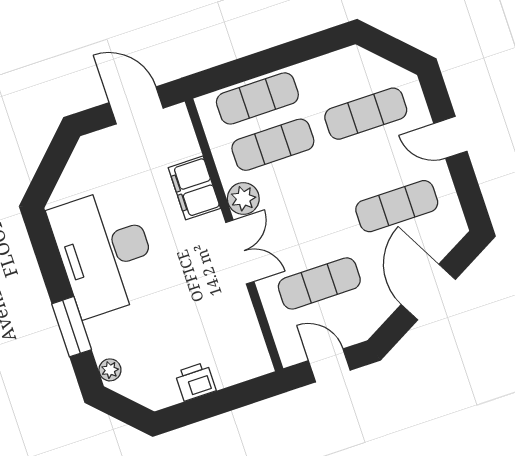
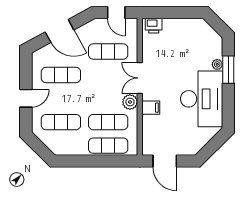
door: (450, 137) -> (26, 98), hinge flipped
filing cabinet: (194, 188) -> (151, 108), width x0.50
door: (428, 292) -> (60, 31), hinge flipped
plant: (110, 370) -> (217, 64), moved
printer: (195, 381) -> (154, 26), moved

